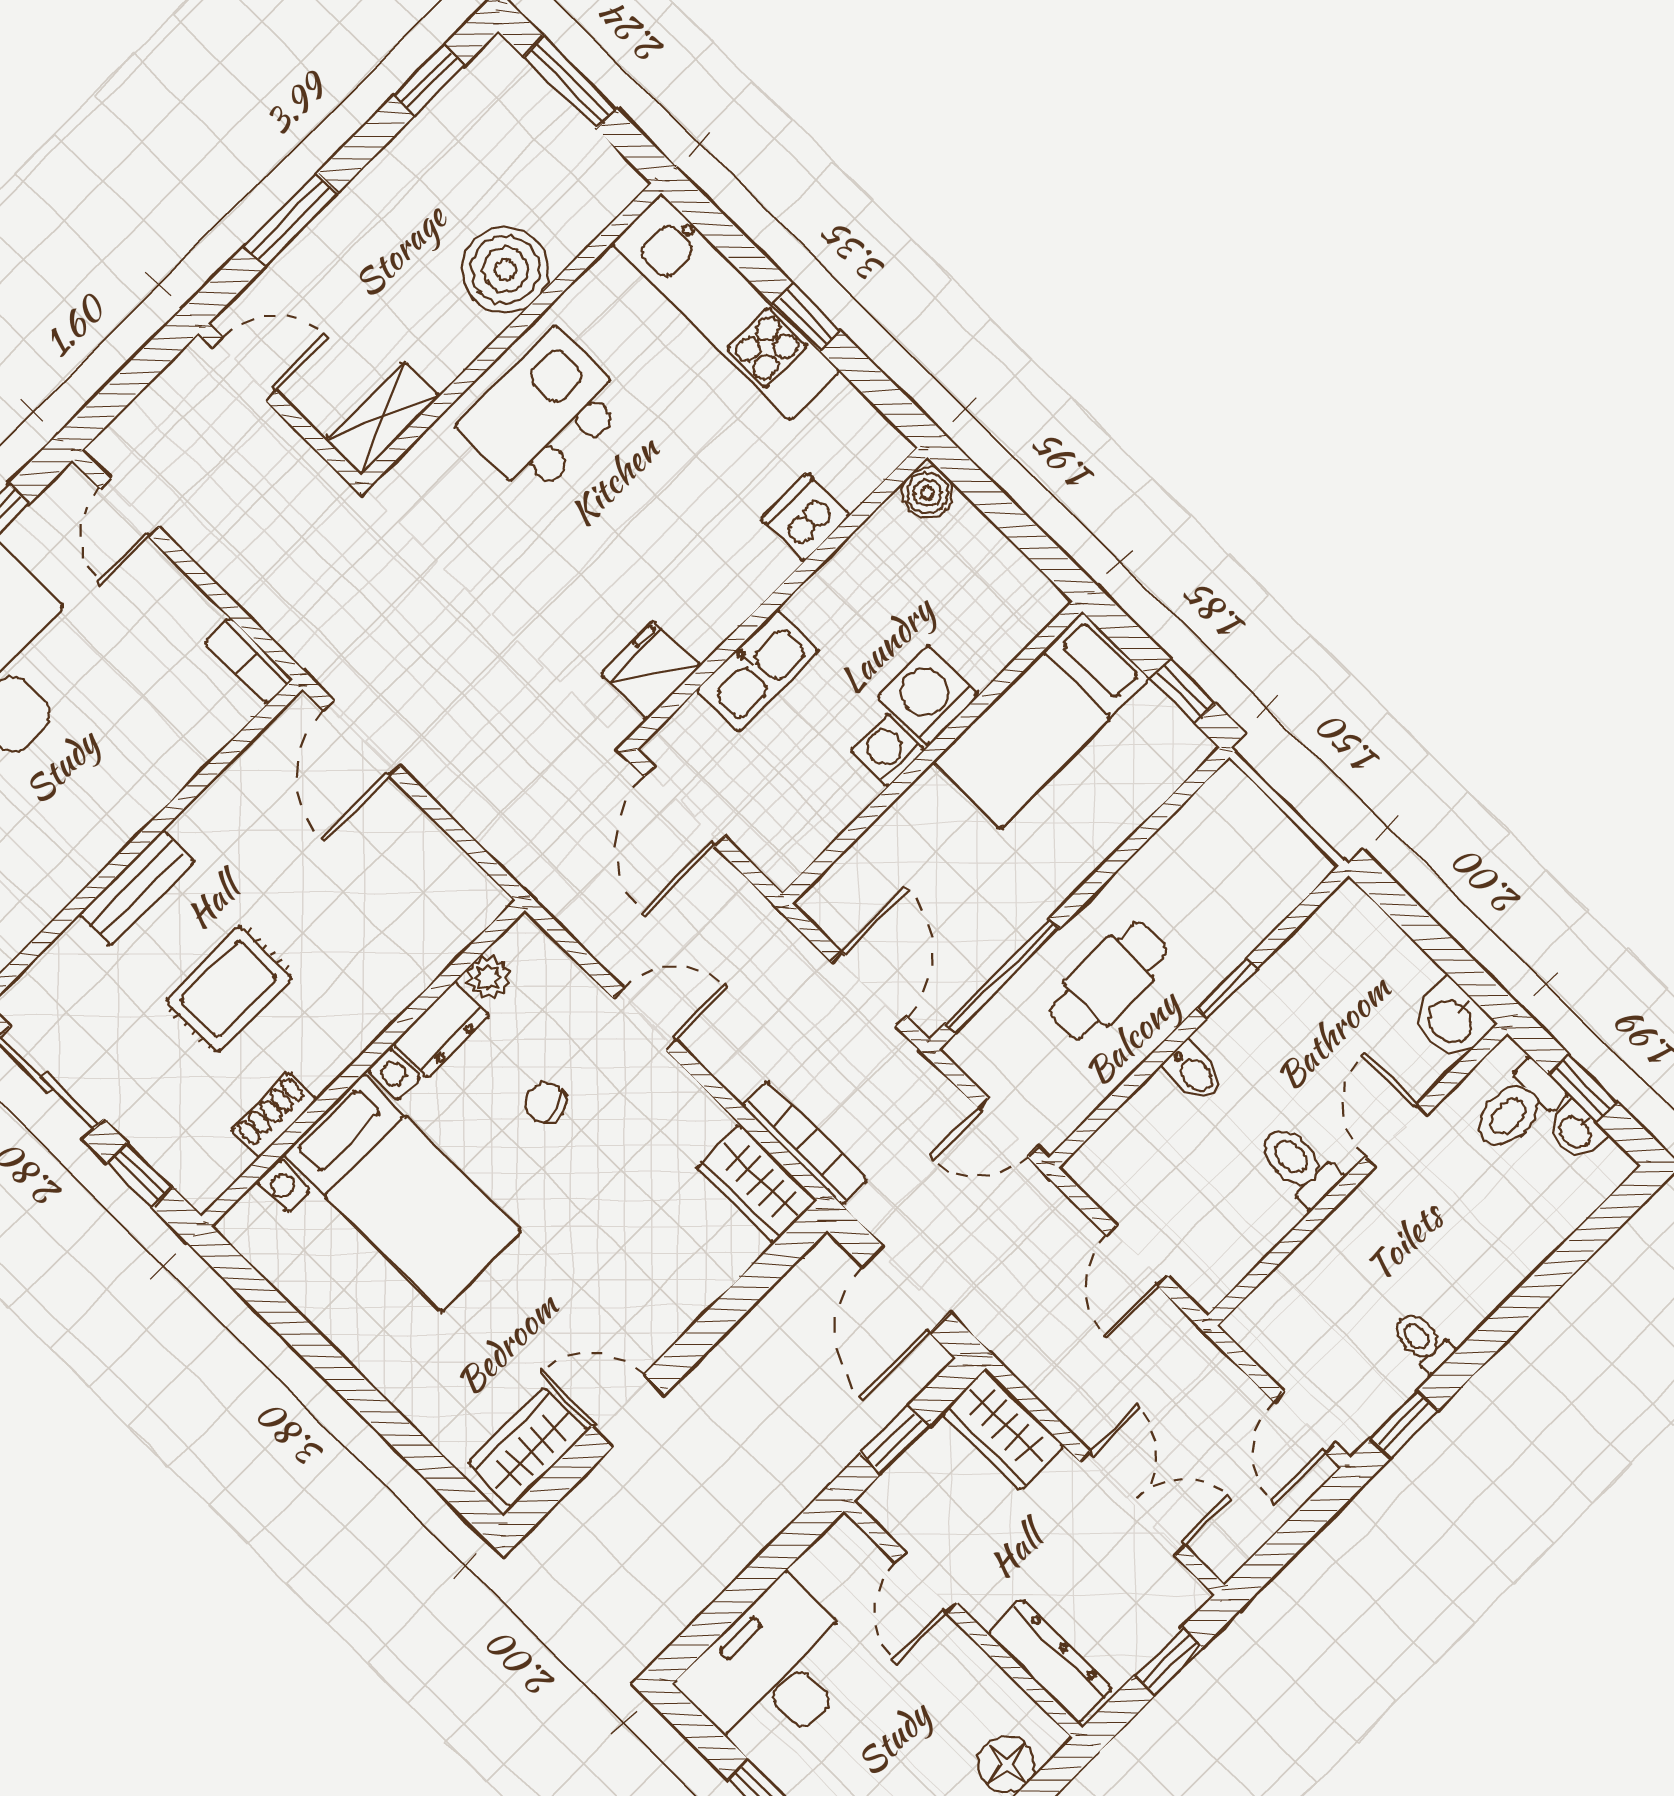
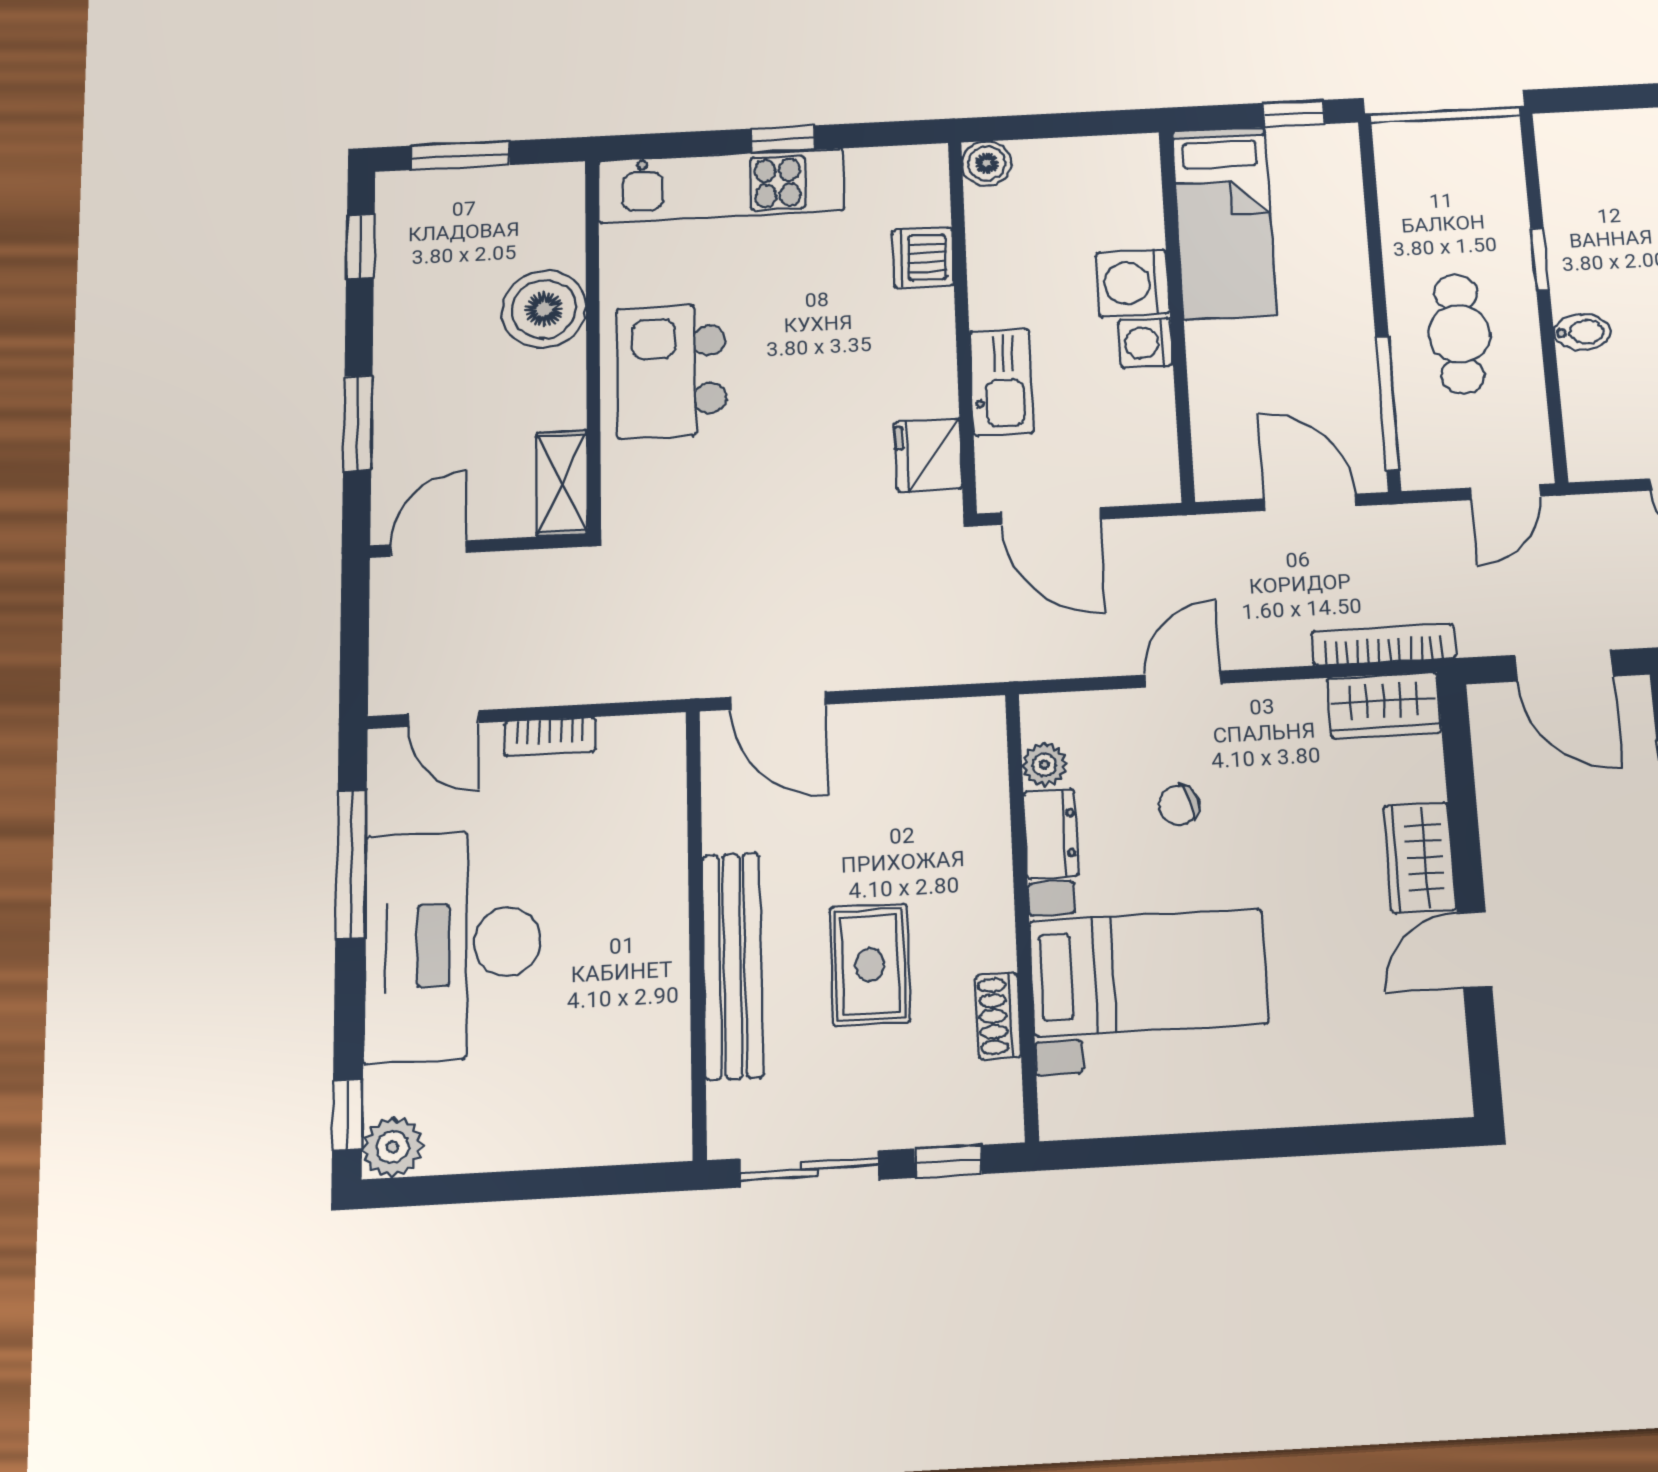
bookcase: (249, 661) -> (550, 737), moved
bench: (137, 888) -> (733, 966), width x1.86, depth x1.21
wardrobe: (528, 1447) -> (1420, 857), moved

